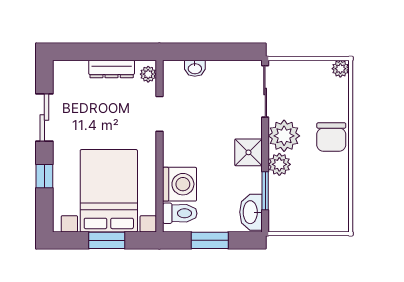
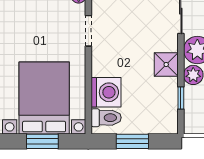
window: (265, 191) -> (181, 98), width x0.67
washbasin: (251, 212) -> (168, 117), removed

